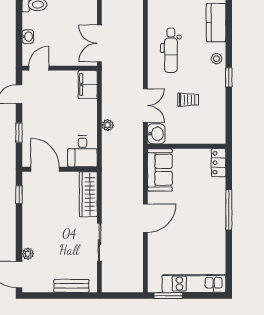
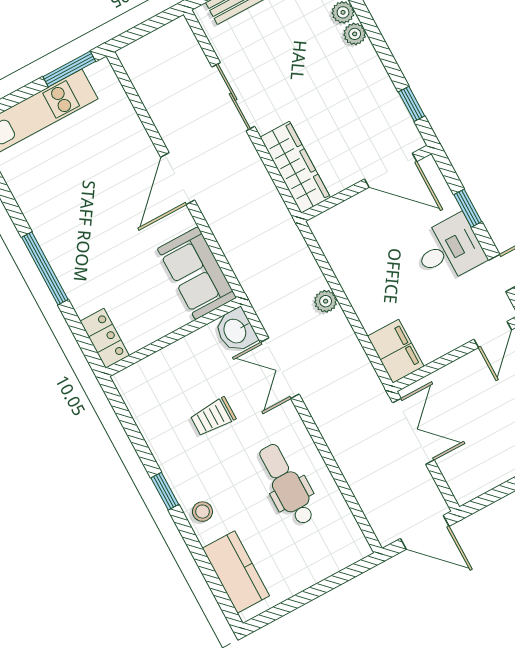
desk: (82, 151) -> (449, 250), moved, turned 90
plant: (28, 241) -> (355, 34), added

